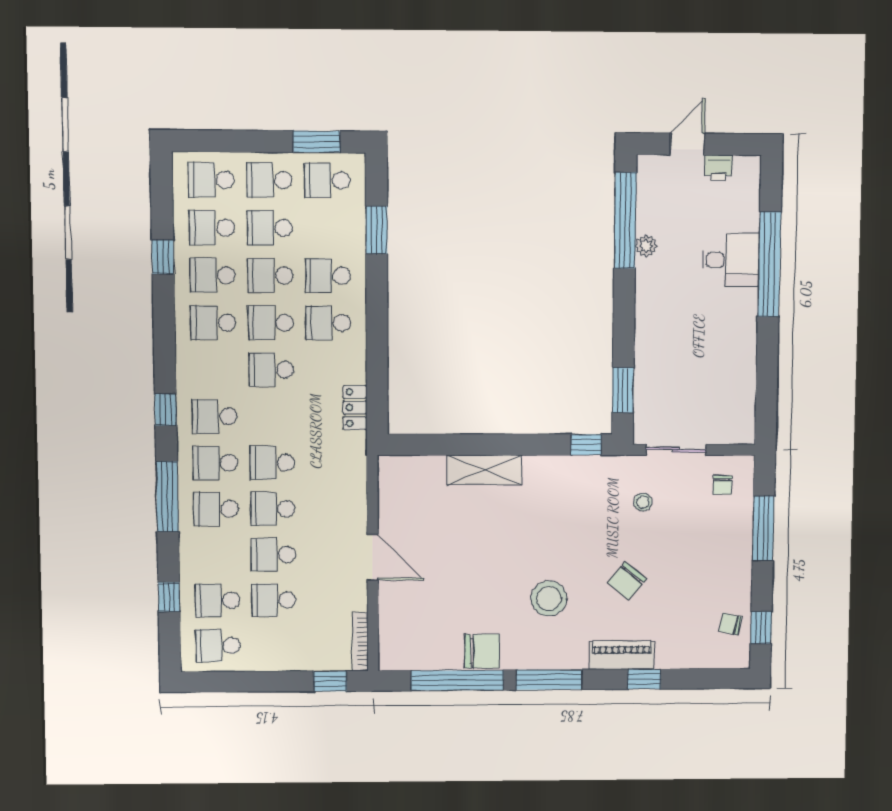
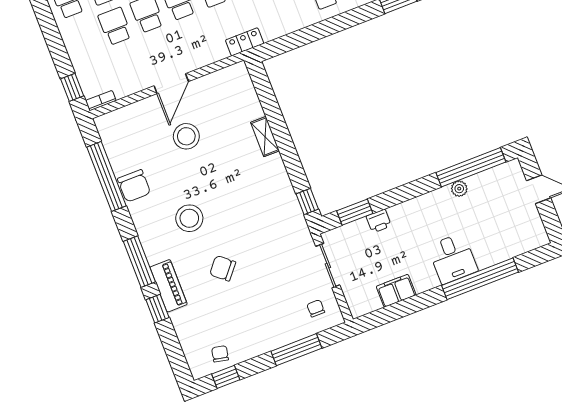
printer: (718, 168) -> (379, 221), moved, turned -90
desk: (731, 260) -> (453, 258), moved
filing cabinet: (741, 376) -> (396, 291), added
locker: (355, 408) -> (245, 42), moved
shelving: (484, 470) -> (265, 137), width x0.67, depth x0.75
chair: (723, 485) -> (316, 308), turned 90
stool: (643, 502) -> (186, 136), moved, width x1.89, depth x1.89
bookcase: (360, 642) -> (101, 101), width x0.64
window: (549, 680) -> (139, 262), moved

